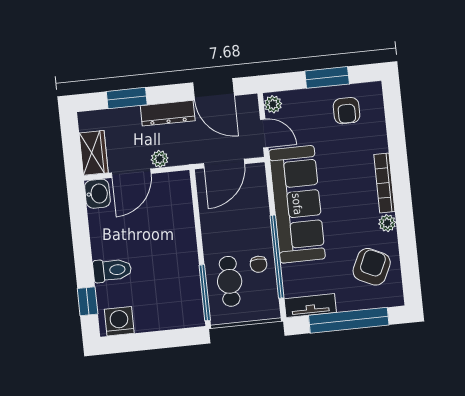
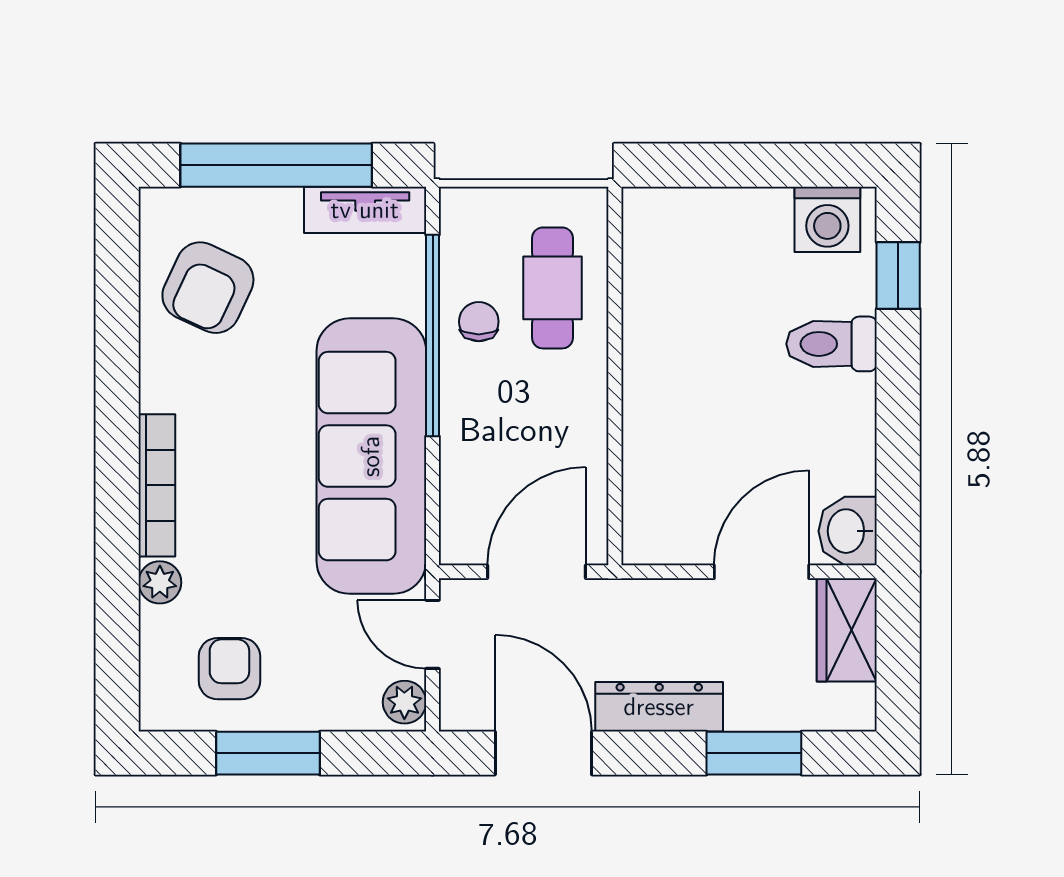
plant: (160, 159) -> (690, 599), removed
plant: (387, 223) -> (160, 582), moved
window: (205, 293) -> (615, 267), removed

